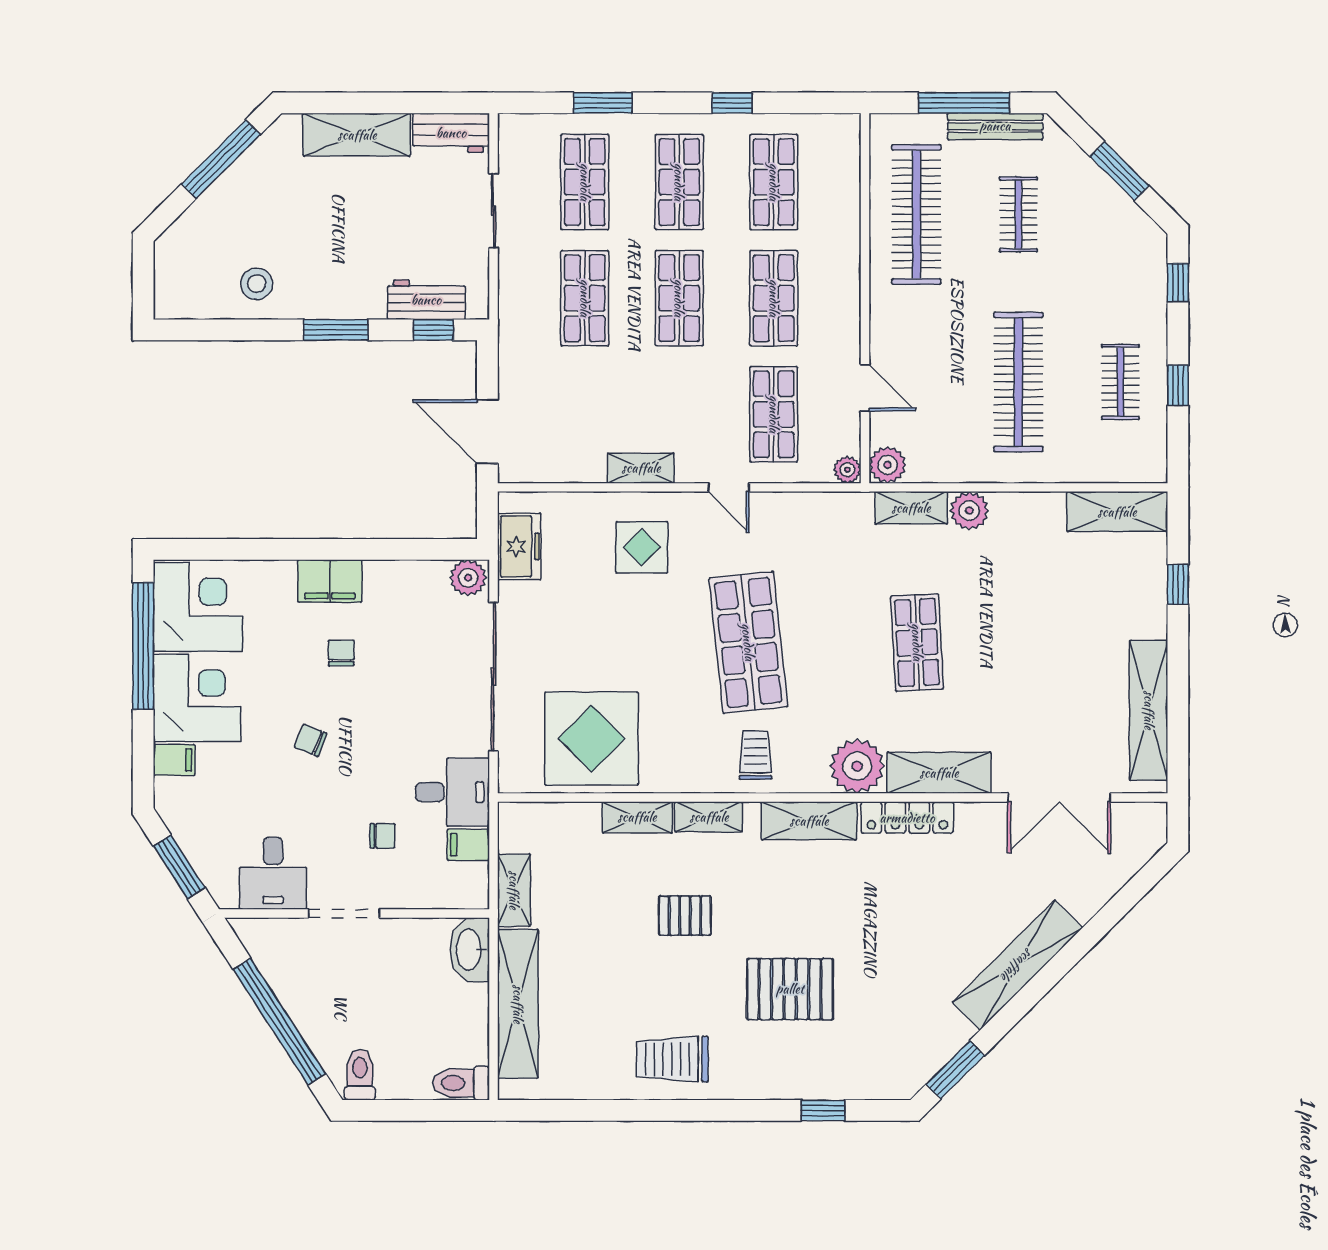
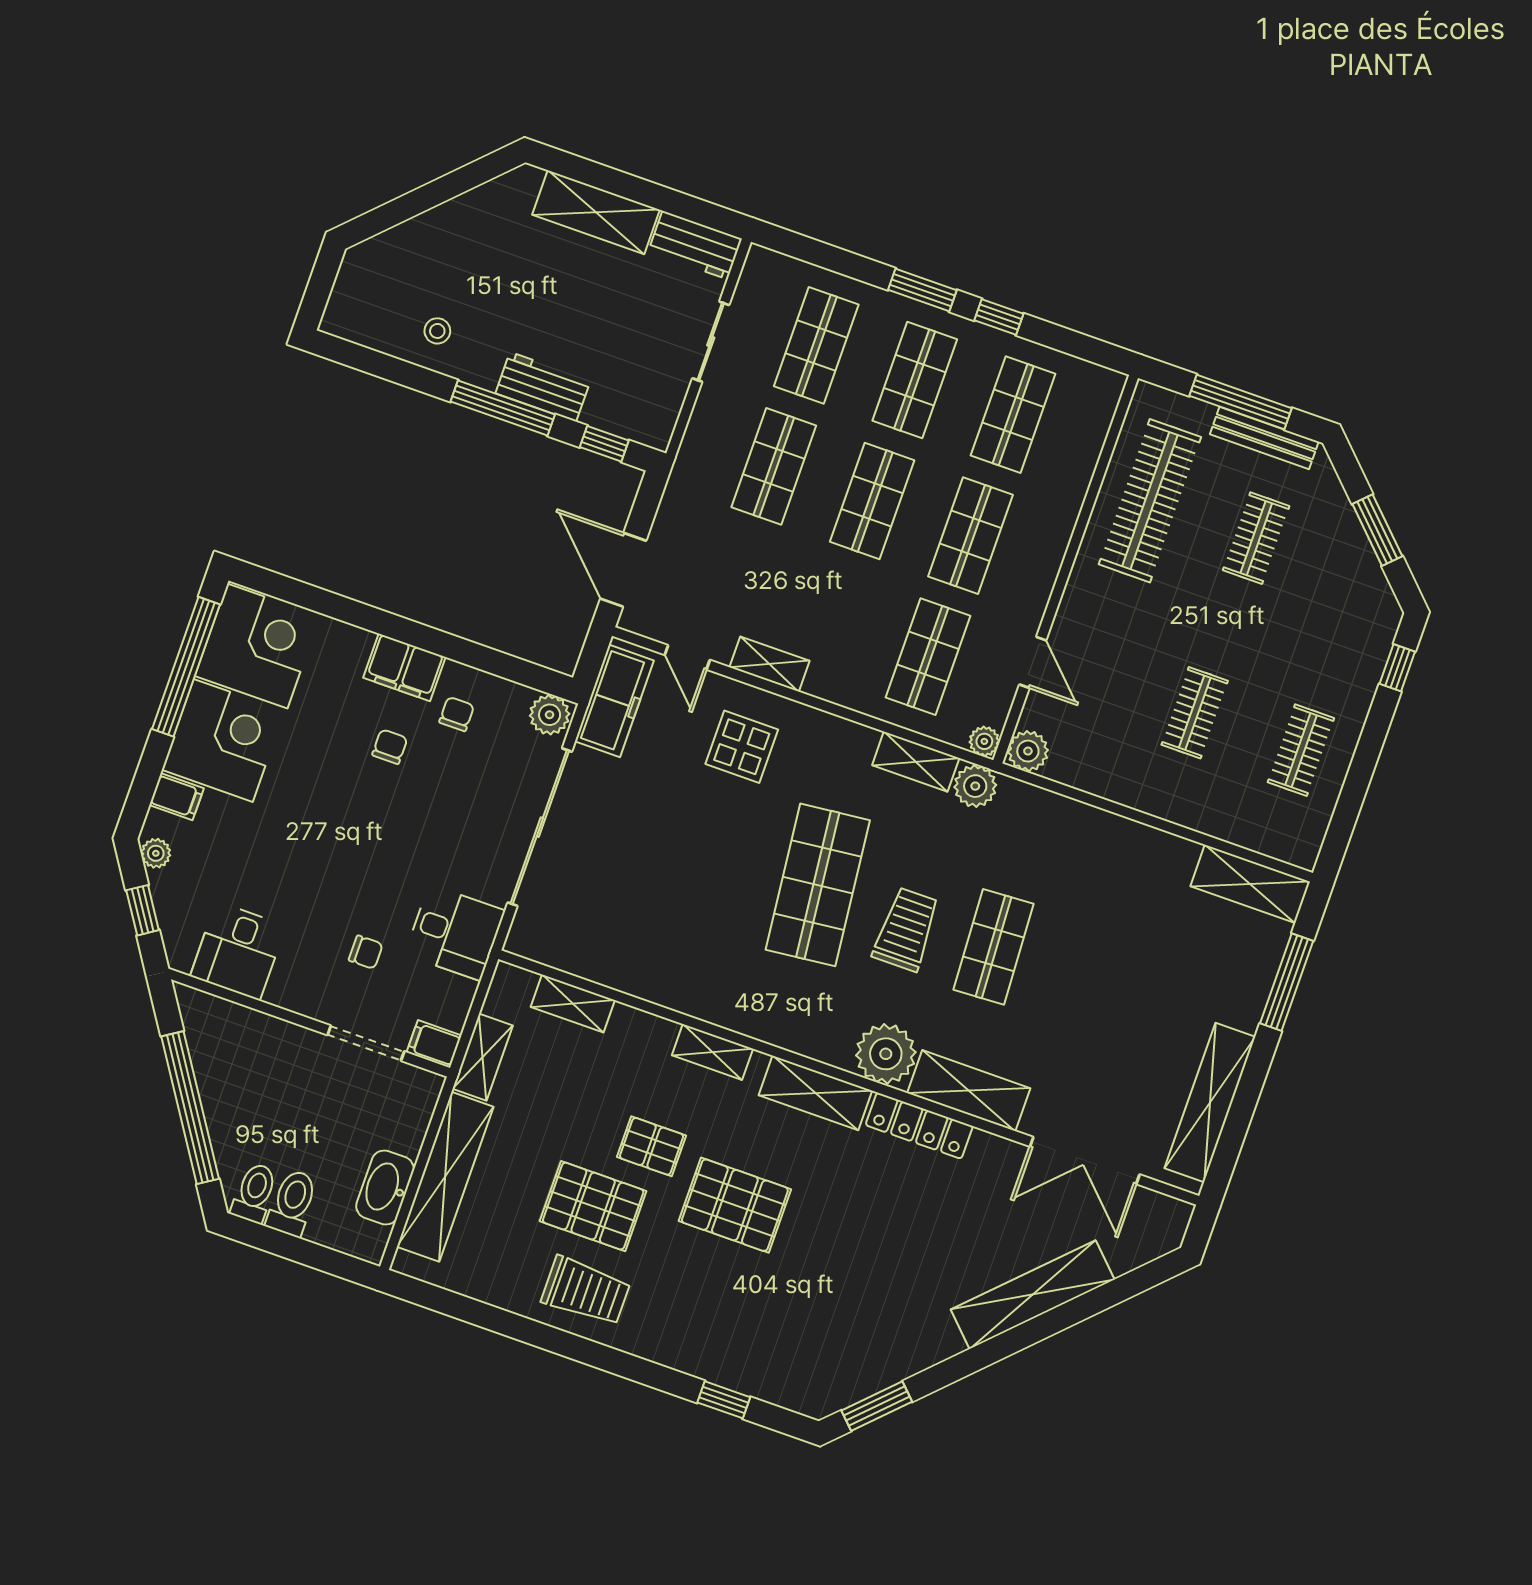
window: (603, 103) -> (922, 290), moved
window: (221, 159) -> (446, 188), removed
stool: (257, 284) -> (437, 331), width x0.73, depth x0.73
workbench: (426, 300) -> (543, 387), moved
window: (336, 330) -> (503, 408), width x1.44
clothes rail: (1018, 382) -> (1195, 713), width x0.54, depth x0.76
window: (1178, 385) -> (1360, 775), removed
door: (729, 487) -> (687, 657), moved
shelving: (911, 508) -> (916, 762), moved
plant: (969, 511) -> (975, 786), moved
freezer: (519, 546) -> (614, 701), width x1.40
window: (1178, 584) -> (1287, 982), width x2.17
display table: (592, 739) -> (619, 928), removed
chair: (311, 740) -> (457, 714), moved, turned 68
trolley: (755, 755) -> (906, 929), moved, width x1.36, depth x1.39
plant: (173, 814) -> (156, 853), added
shelving: (637, 817) -> (573, 1003), moved
filing cabinet: (468, 845) -> (434, 1044), moved
window: (179, 867) -> (143, 910), width x0.67
doorway: (344, 913) -> (366, 1043), moved
washbasin: (470, 950) -> (385, 1188), moved
shelving: (1017, 965) -> (1033, 1295), moved
pallet: (653, 984) -> (593, 1206), added
pallet: (790, 989) -> (735, 1205), moved
trolley: (672, 1059) -> (586, 1291), turned 180
toilet: (461, 1083) -> (292, 1203), moved, turned 90

